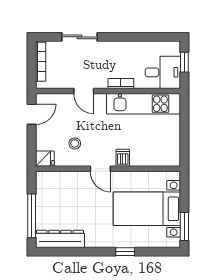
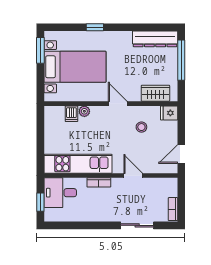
bookcase: (41, 62) -> (173, 209), width x0.64
dishwasher: (123, 158) -> (71, 114), moved
plant: (137, 161) -> (84, 111), added
wardrobe: (60, 180) -> (155, 93), added

